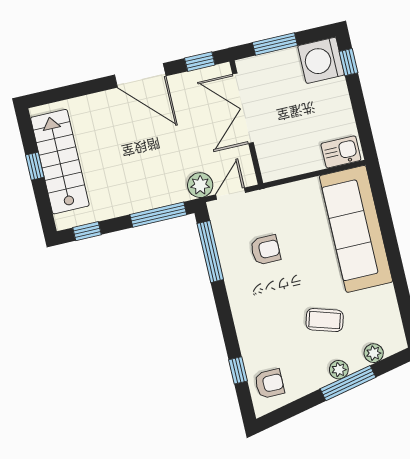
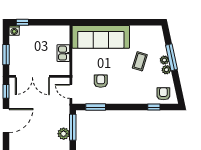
washing machine: (321, 60) -> (14, 30), width x0.53, depth x0.53
kitchen sink: (341, 152) -> (63, 53), moved
plant: (200, 185) -> (64, 134), moved
window: (210, 252) -> (96, 107), width x0.69
plant: (374, 353) -> (166, 70), moved

